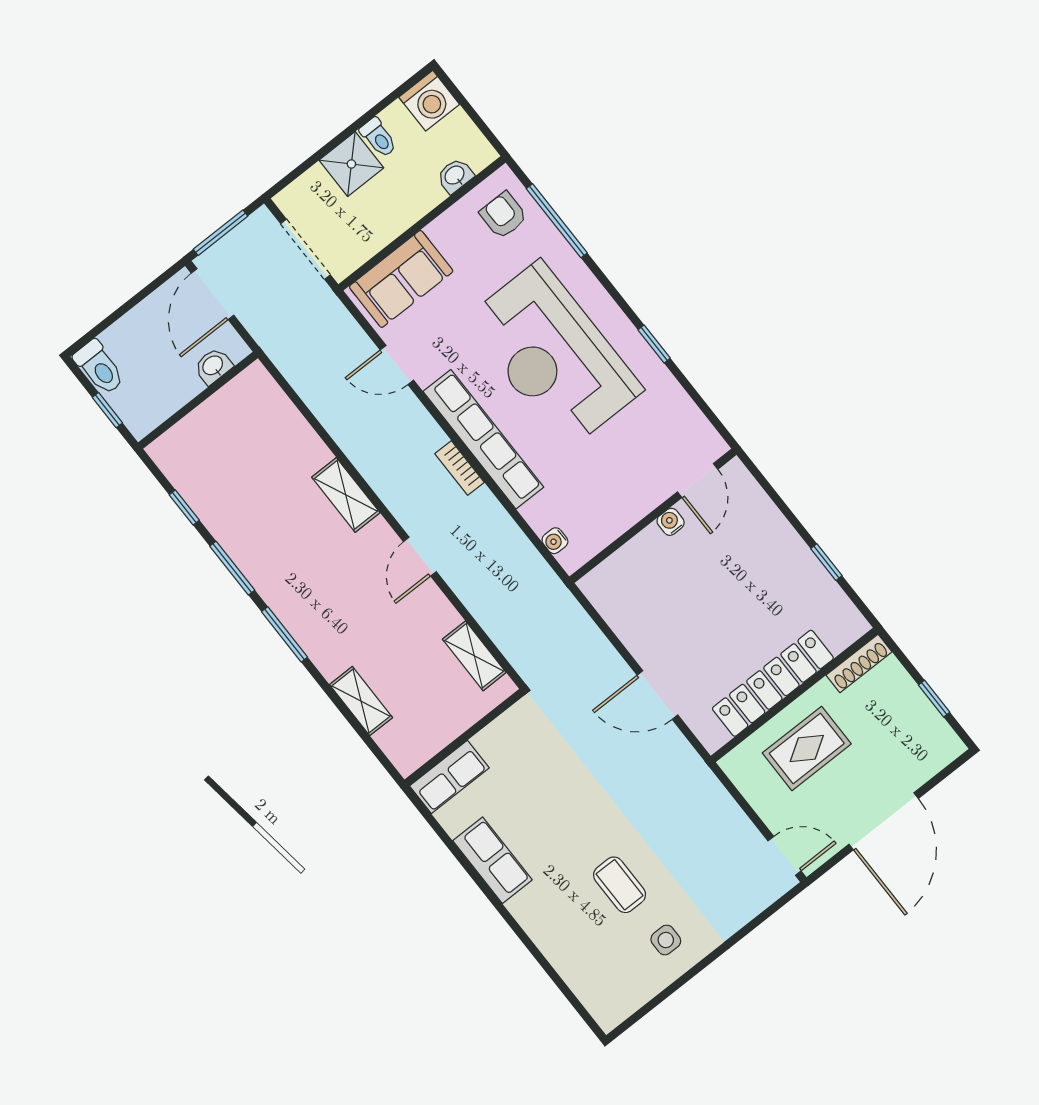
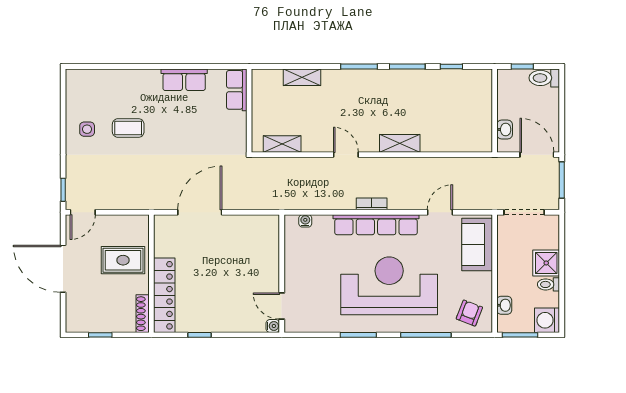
window: (479, 122) -> (520, 335), added
armchair: (503, 215) -> (469, 313), turned -69
window: (557, 221) -> (426, 335), moved
window: (654, 344) -> (358, 335), width x1.50
water cooler: (671, 522) -> (273, 326), moved
locker: (773, 683) -> (164, 295), moved
door: (658, 695) -> (200, 212), width x1.36
rug: (807, 748) -> (123, 260), turned 90
window: (775, 907) -> (63, 190), added

